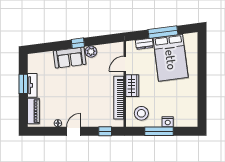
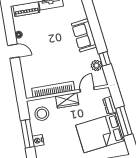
window: (78, 43) -> (105, 59), moved
plant: (91, 52) -> (96, 65), moved
door: (125, 64) -> (87, 90), hinge flipped
window: (105, 131) -> (19, 82), removed

